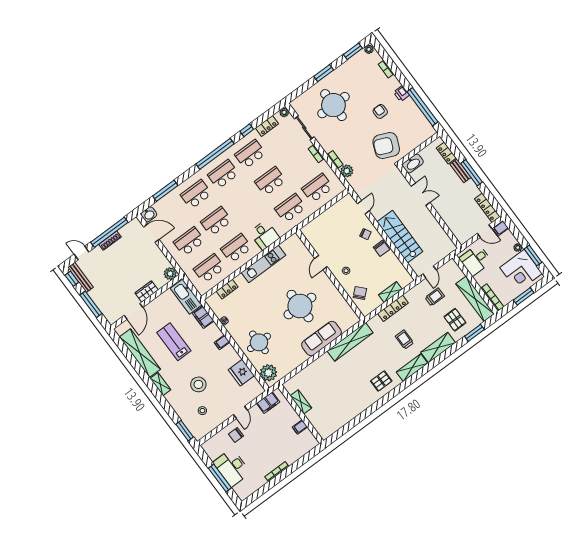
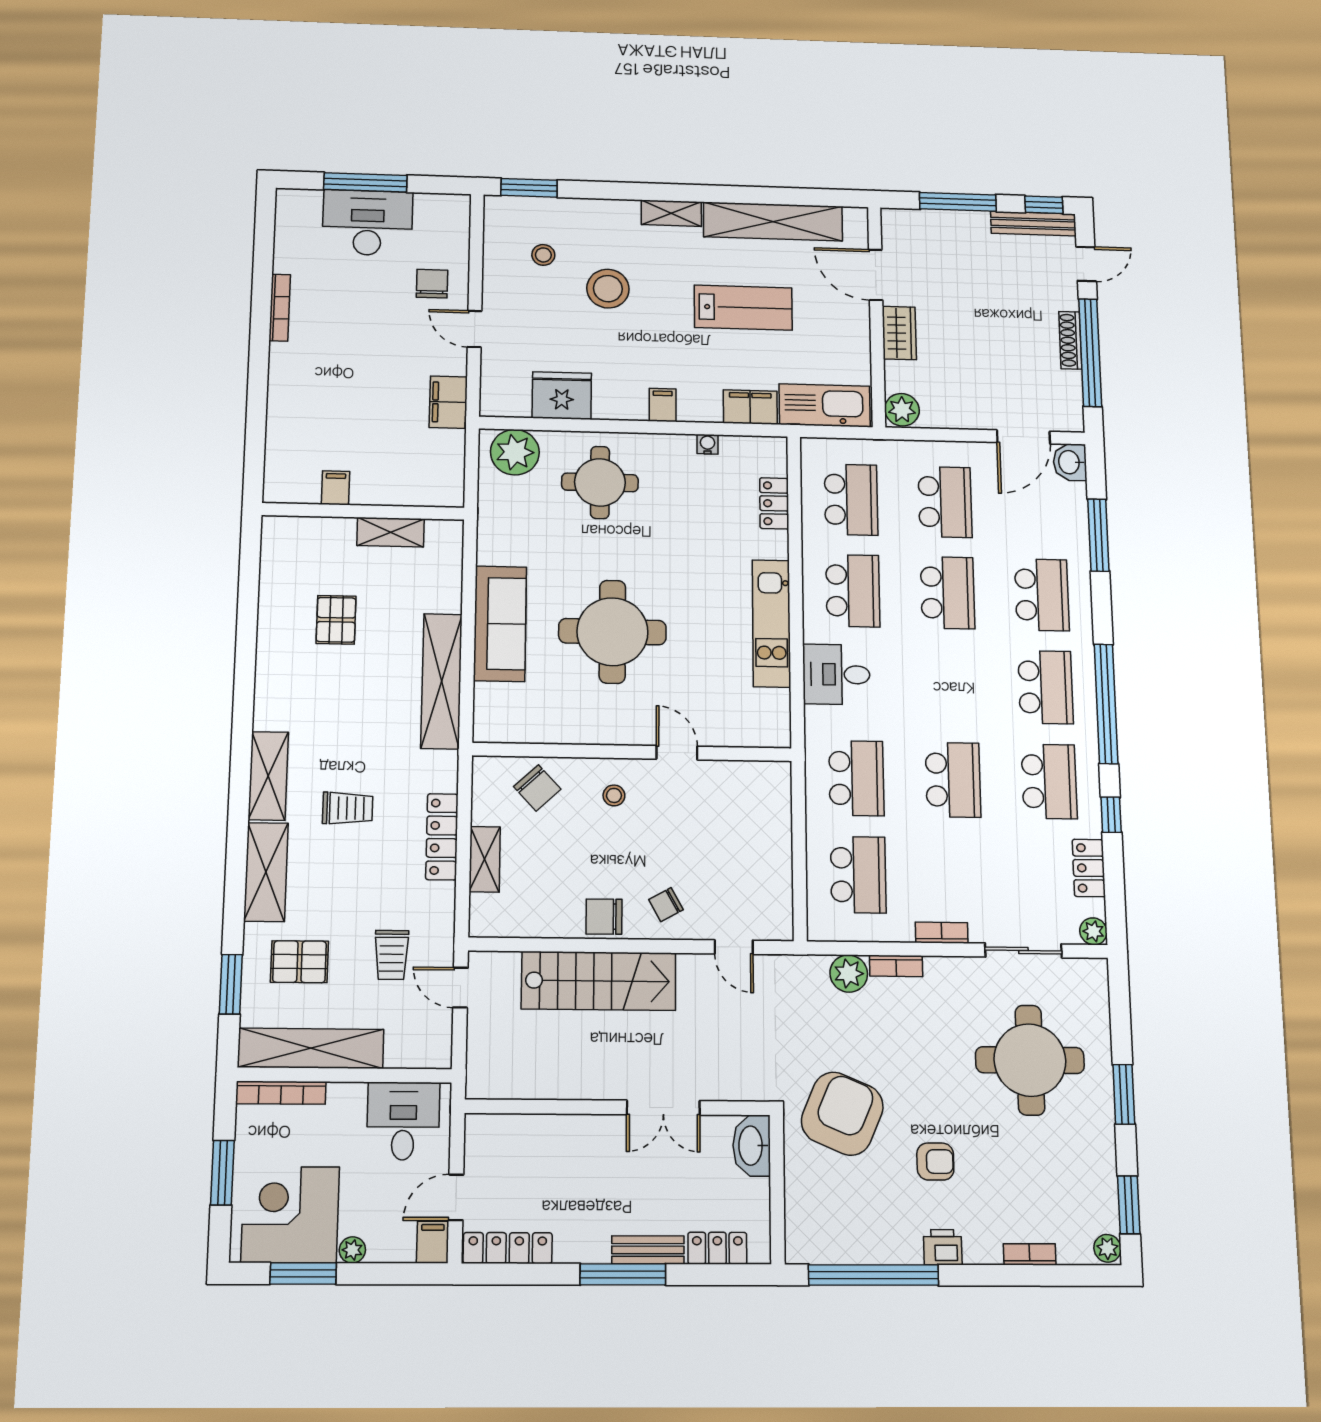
pallet: (381, 381) -> (336, 620), moved
shelving: (301, 402) -> (391, 532), moved
wall: (301, 414) -> (363, 511), moved
filing cabinet: (300, 427) -> (336, 488), moved

